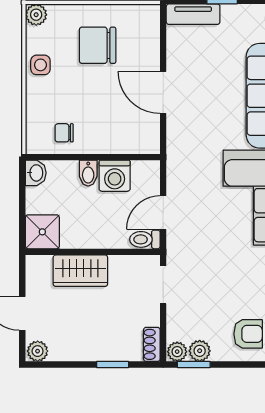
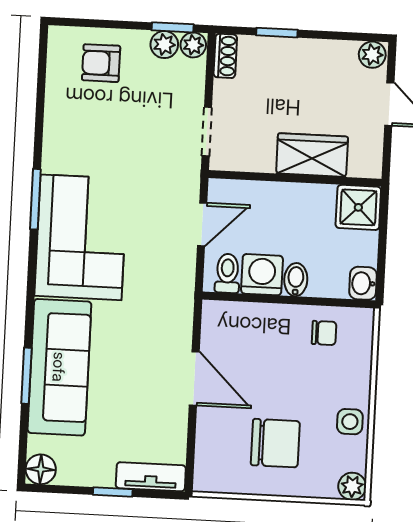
toilet: (145, 239) -> (227, 273), moved, turned -90

